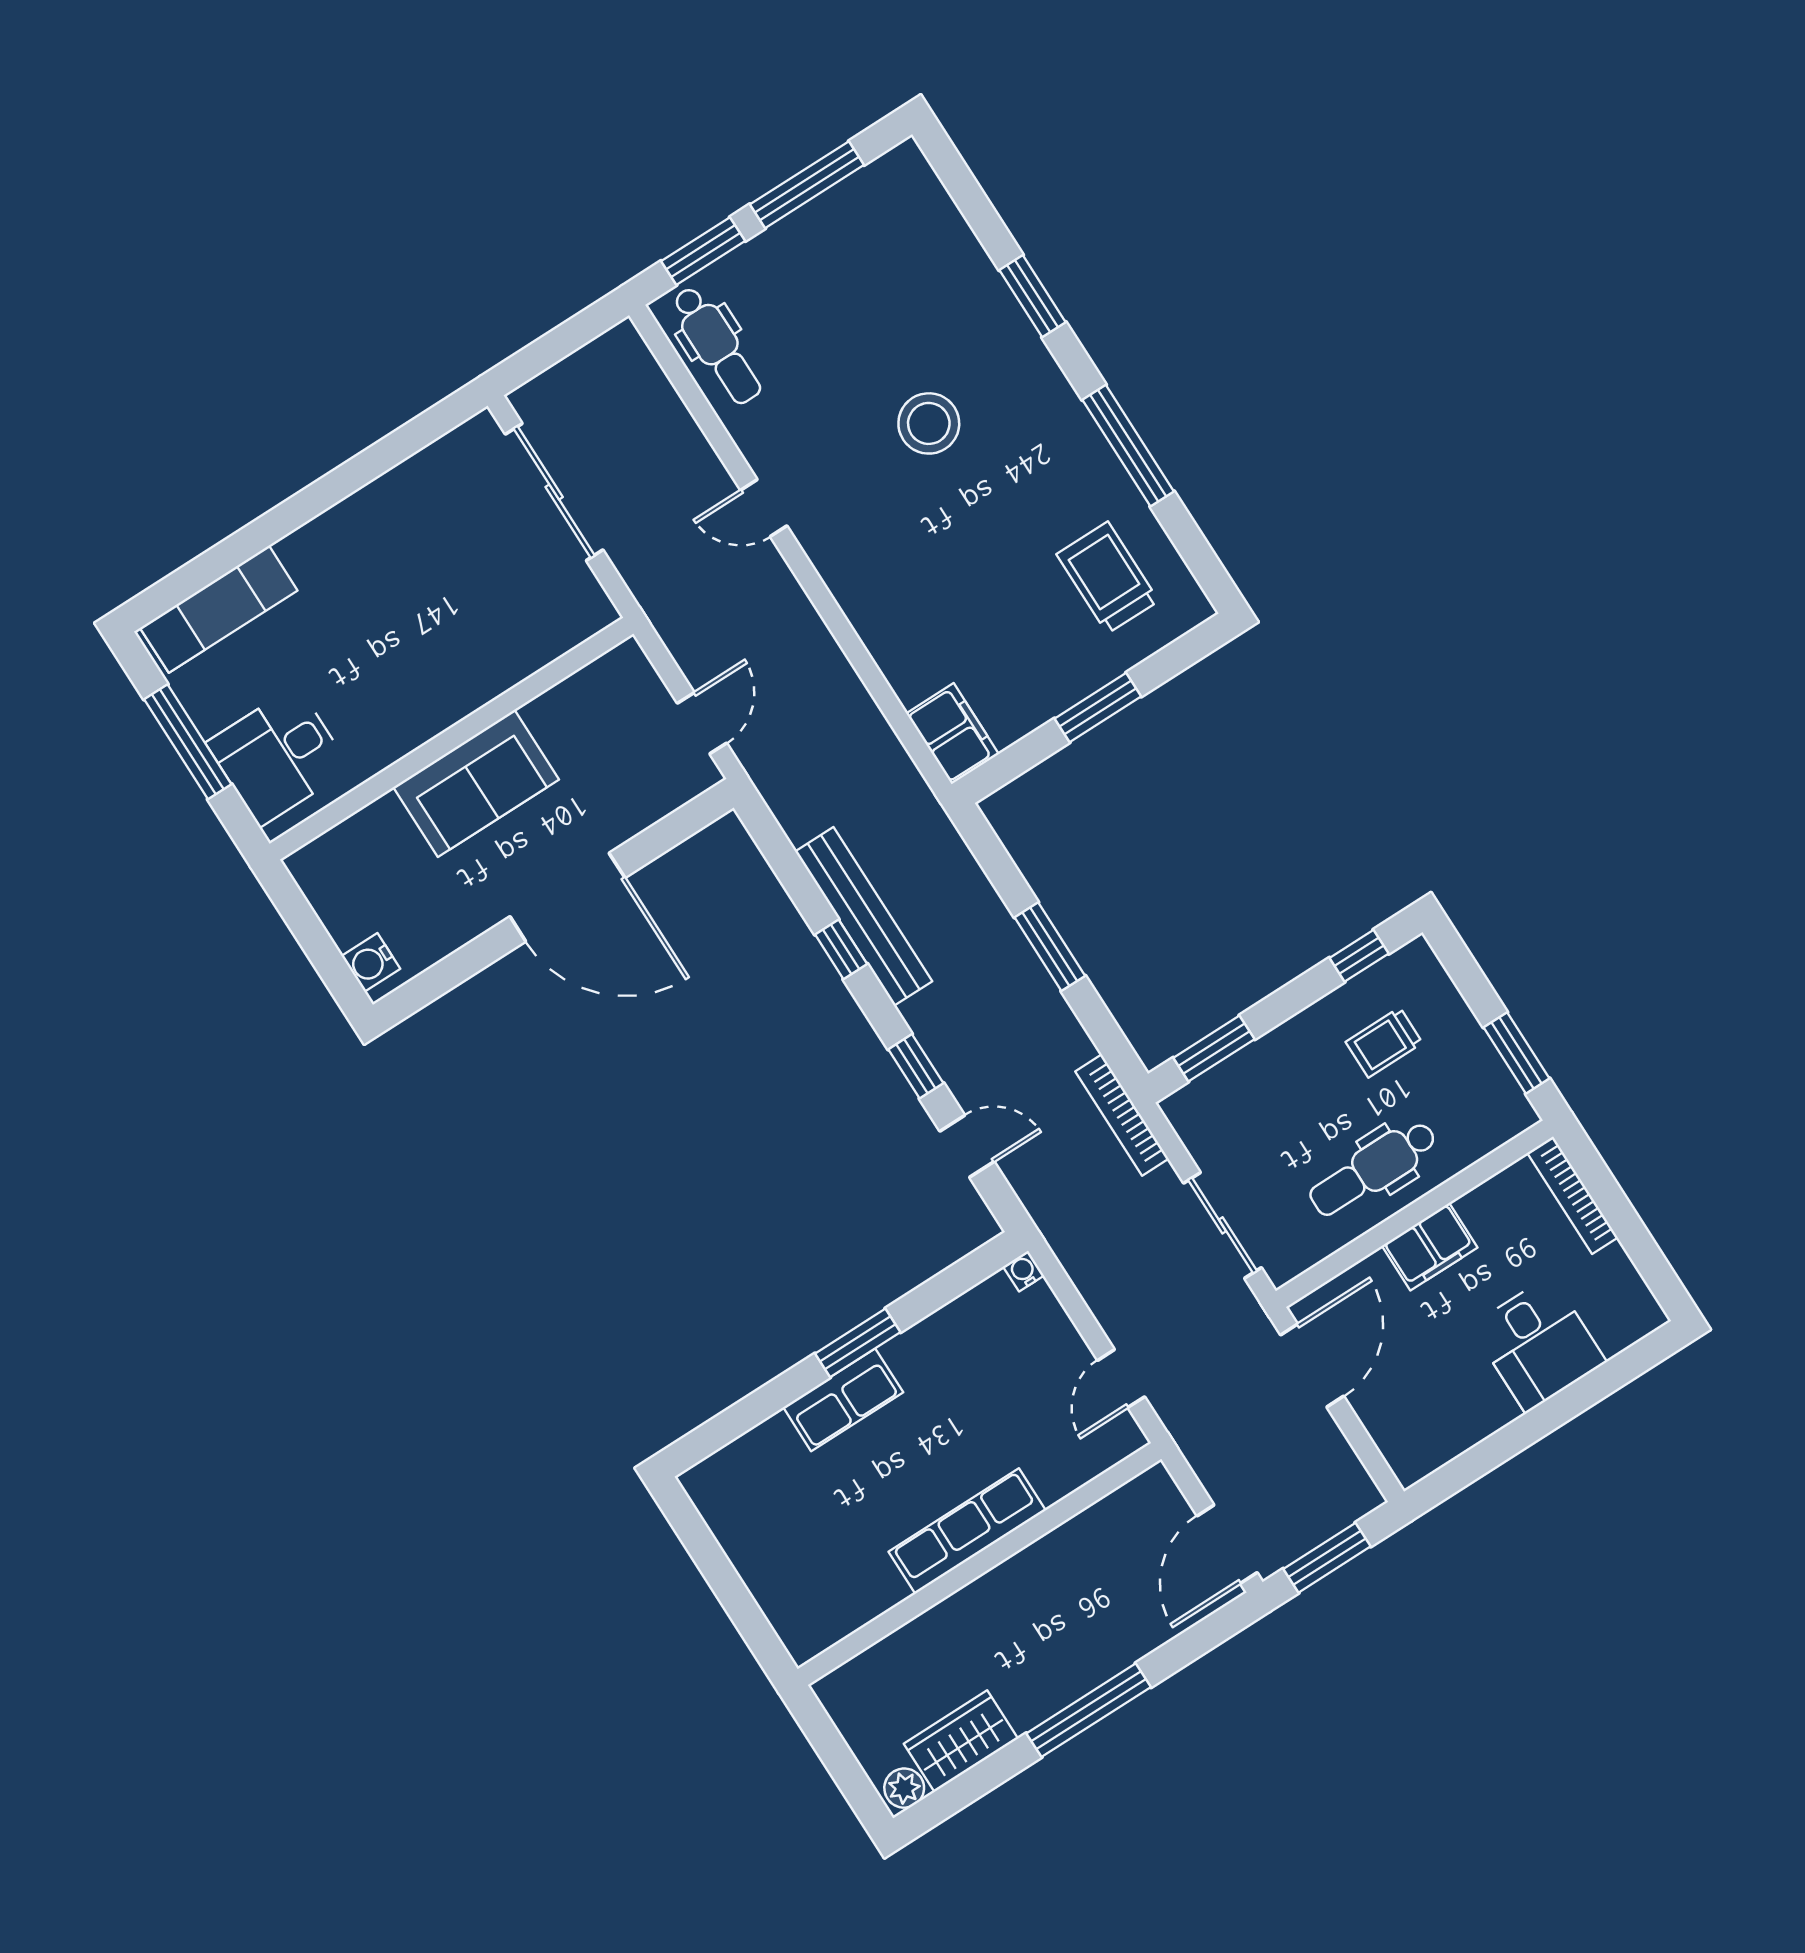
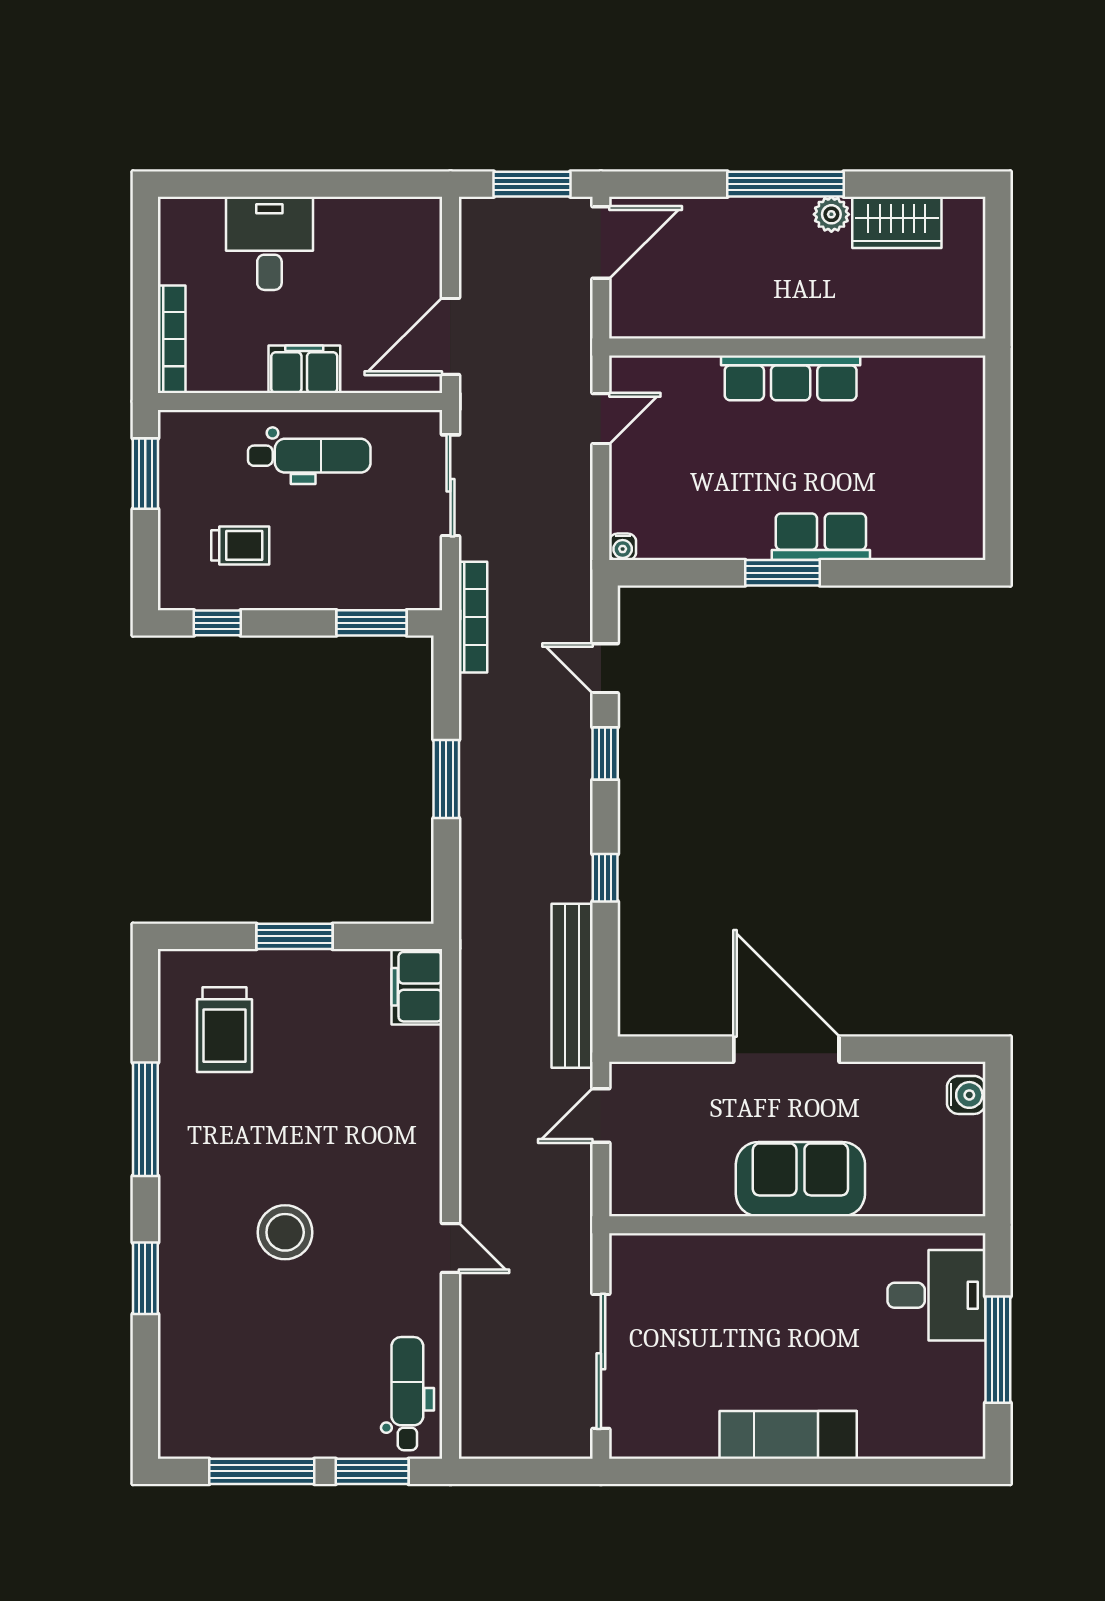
exam couch: (219, 609) -> (788, 1435), moved
bench: (864, 916) -> (572, 986), moved
plant: (904, 1788) -> (831, 214), moved

